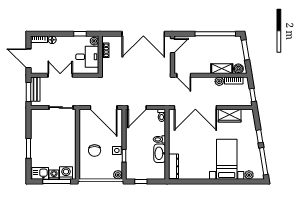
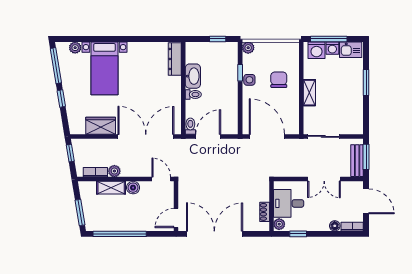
boiler: (238, 69) -> (133, 188), moved
door: (137, 108) -> (208, 136), moved
shelving: (71, 141) -> (309, 93), added

